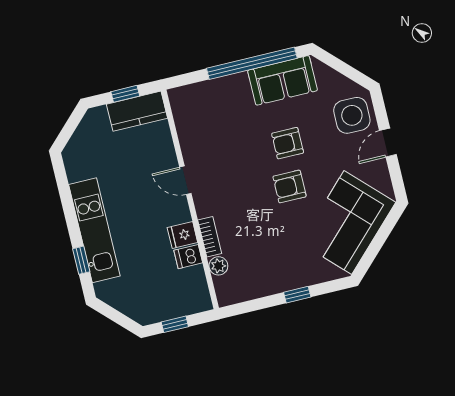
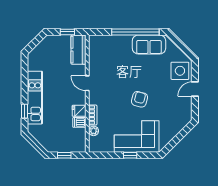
kitchen counter: (137, 111) -> (79, 50), moved, turned 90
armchair: (288, 143) -> (144, 77), removed
armchair: (289, 187) -> (139, 99), turned 105
corner sofa: (348, 223) -> (137, 136), moved, turned 45

